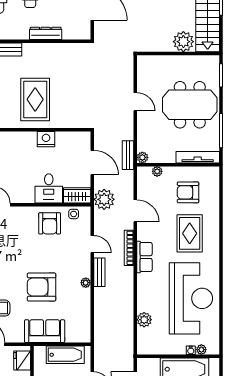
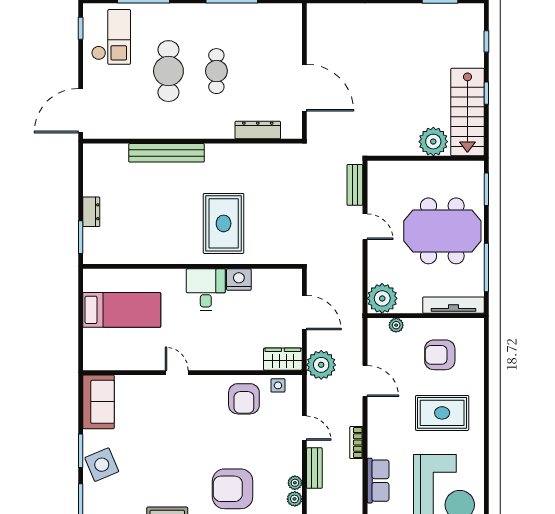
dresser: (46, 33) -> (258, 130), moved
bench: (128, 155) -> (355, 185), moved
plant: (142, 157) -> (382, 298), width x1.88, depth x1.88
desk: (49, 188) -> (206, 290), moved, turned 180
rug: (190, 233) -> (442, 413), turned 90
bookcase: (129, 248) -> (356, 443), width x0.64
row of seats: (144, 257) -> (378, 481), moved
plant: (85, 294) -> (295, 499), added

